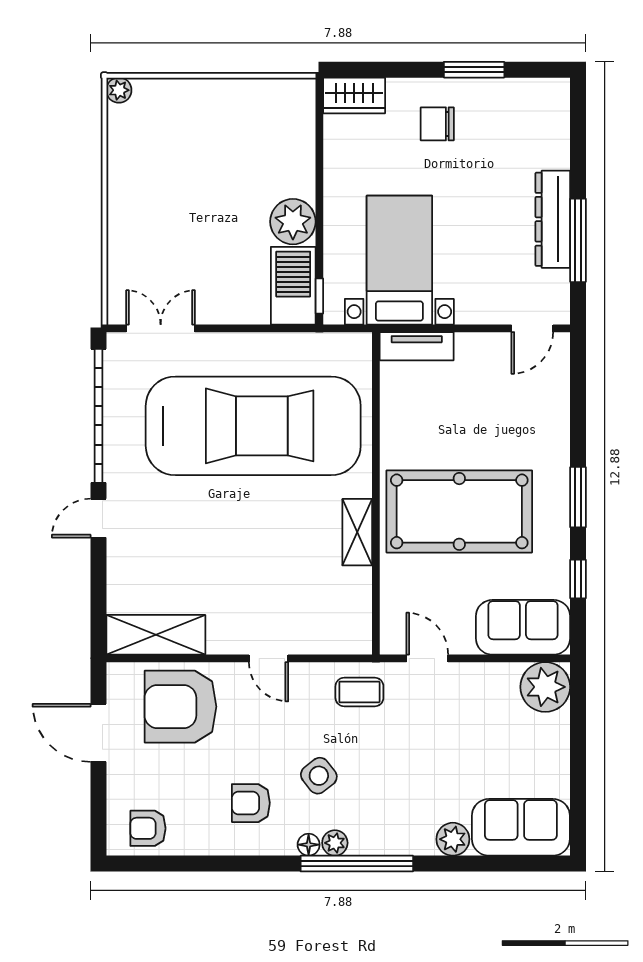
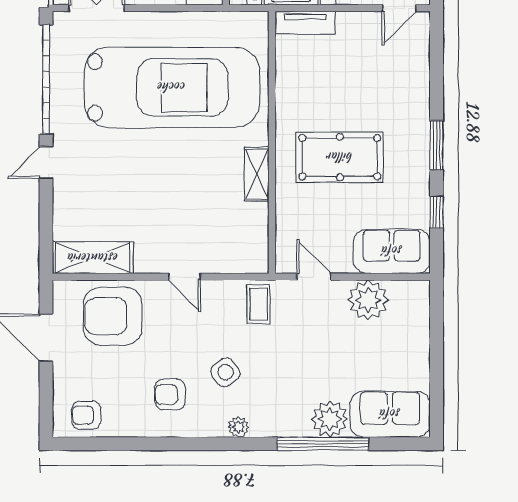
pool table: (459, 511) -> (340, 157), width x0.73, depth x0.76
plant: (545, 687) -> (368, 300), moved
coffee table: (359, 692) -> (259, 304), turned 90
plant: (453, 839) -> (330, 419), width x1.36, depth x1.36
floor lamp: (309, 845) -> (217, 428), removed
window: (357, 864) -> (323, 444), moved

